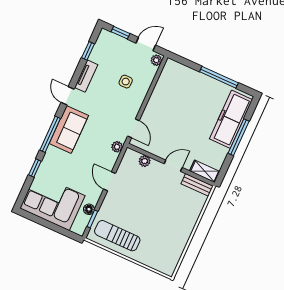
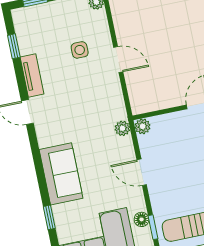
door: (133, 128) -> (118, 60), moved
sofa: (69, 130) -> (61, 174), moved
window: (50, 134) -> (39, 168), removed
plant: (145, 161) -> (143, 126), moved

